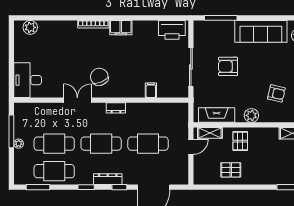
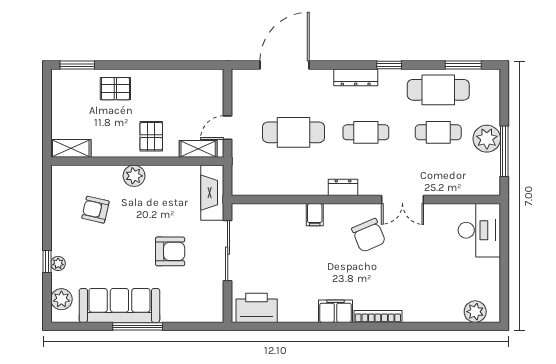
window: (221, 18) -> (138, 326), moved
filing cabinet: (151, 90) -> (315, 215), moved
fireplace: (217, 115) -> (212, 193), moved, turned 90
plant: (19, 144) -> (487, 139), width x1.87, depth x1.87
cafe table: (54, 144) -> (438, 132), width x0.73, depth x0.74
cafe table: (101, 144) -> (366, 132), width x0.73, depth x0.74
pallet: (231, 170) -> (115, 89), moved
window: (119, 187) -> (338, 65), removed

